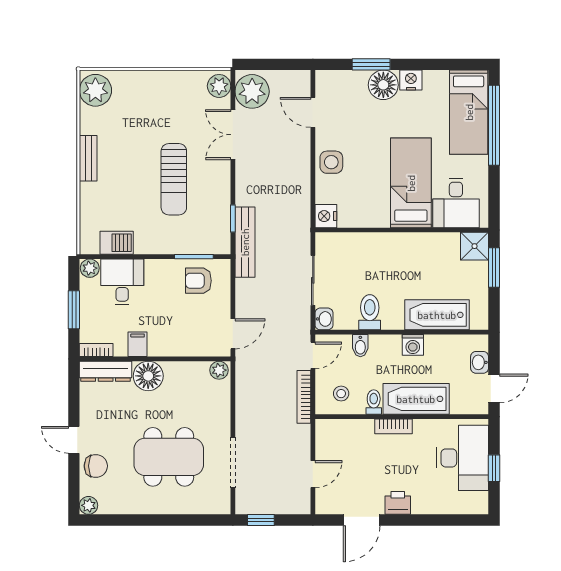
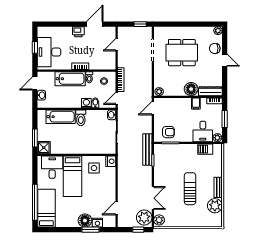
window: (265, 64) -> (138, 230), added
nightstand: (411, 80) -> (97, 223), moved
plant: (95, 90) -> (215, 206), moved
door: (313, 112) -> (117, 208), swing flipped
side table: (331, 162) -> (94, 168), moved
sun lounger: (174, 179) -> (190, 189), moved
toilet: (370, 312) -> (81, 118), moved
washing machine: (413, 345) -> (86, 103), moved

